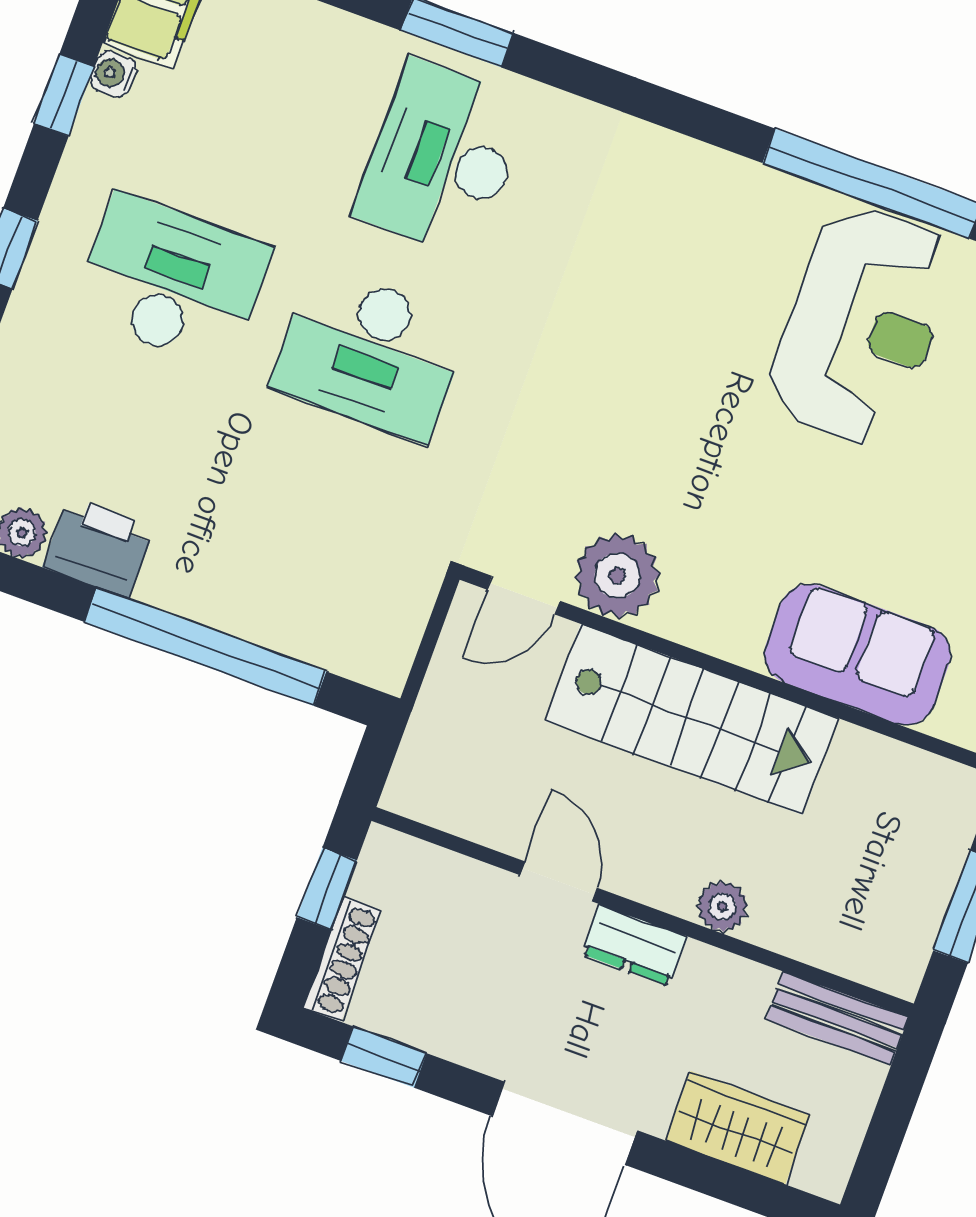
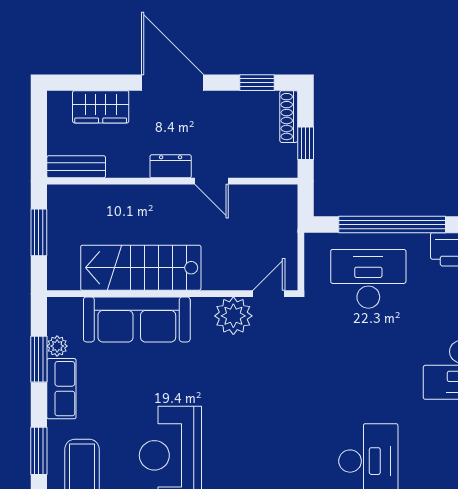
desk: (370, 354) -> (368, 279), moved
sofa: (857, 654) -> (137, 319), width x1.36
stairs: (692, 720) -> (141, 268), moved
plant: (722, 907) -> (140, 195), removed

